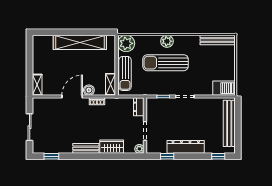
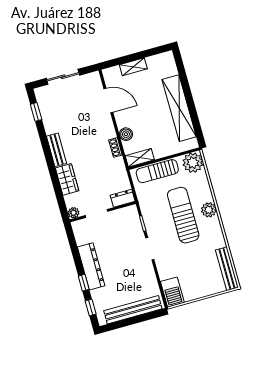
shelving: (37, 85) -> (133, 67), moved
door: (72, 97) -> (108, 101), moved
window: (167, 156) -> (84, 283), moved

